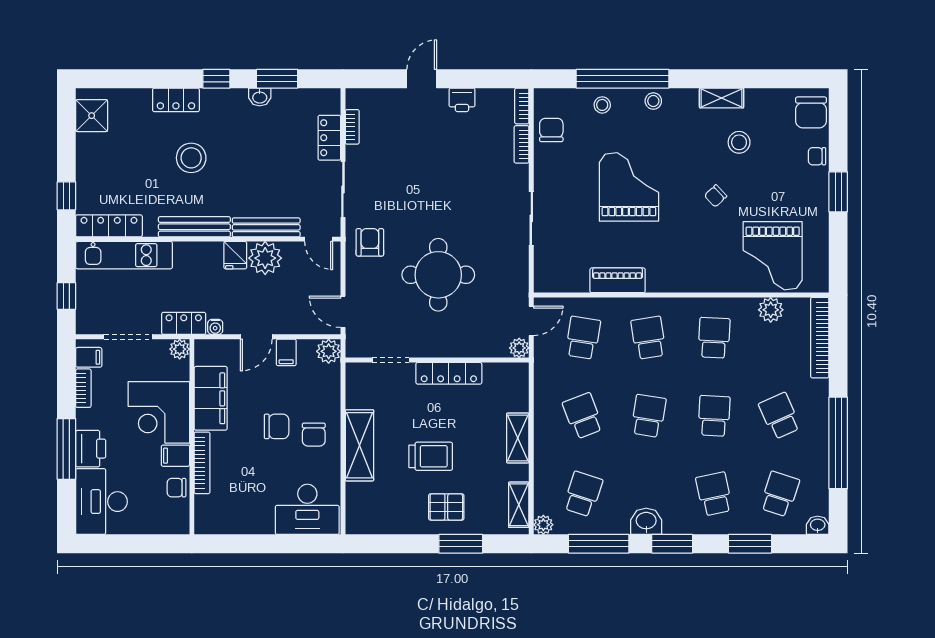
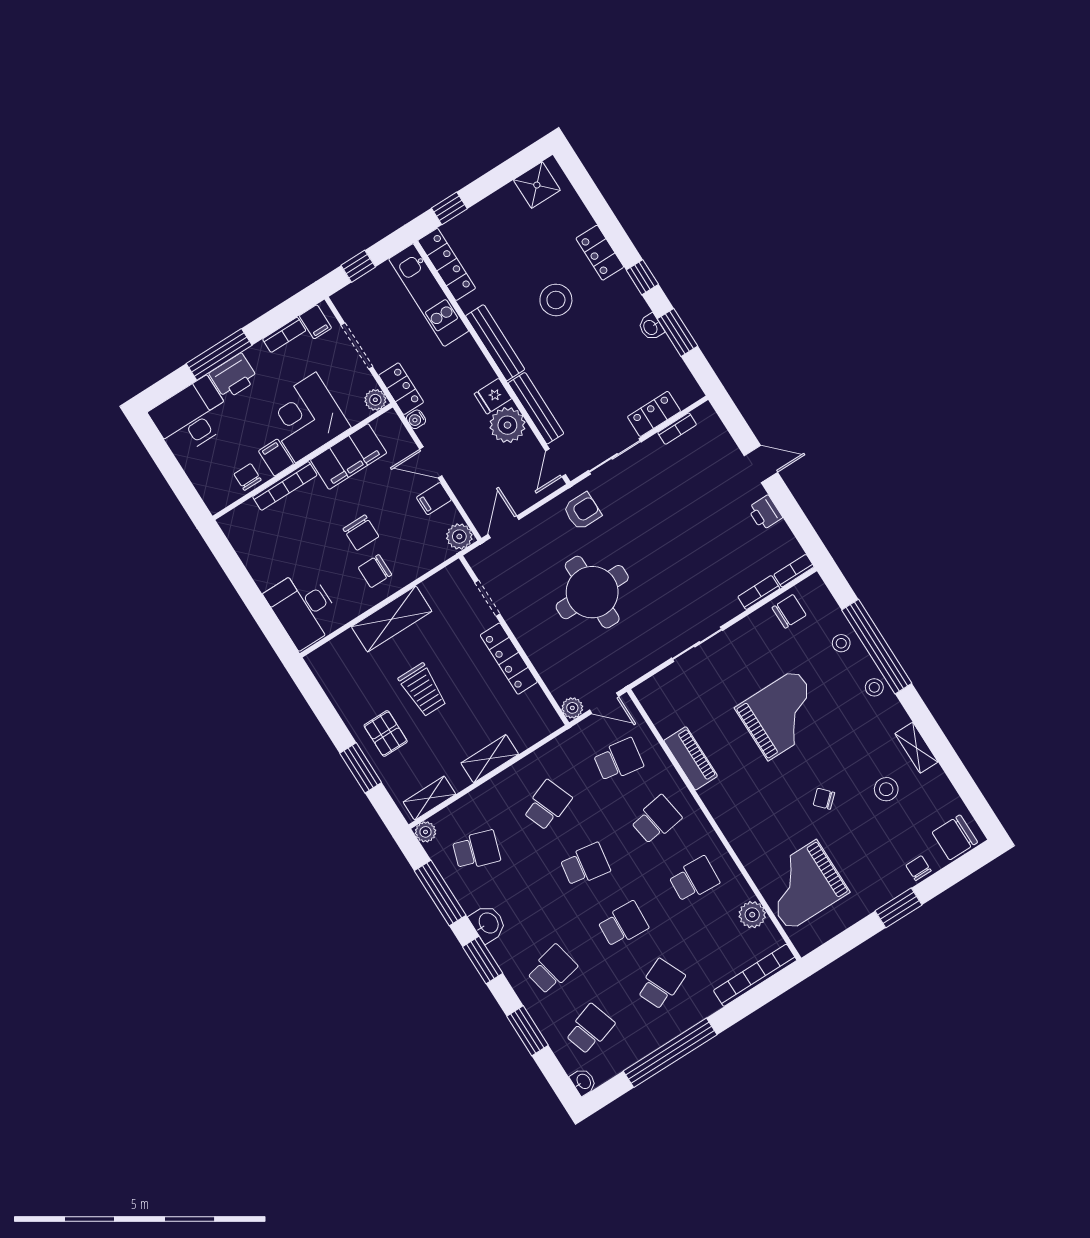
school desk: (780, 494) -> (590, 1029), turned -36

